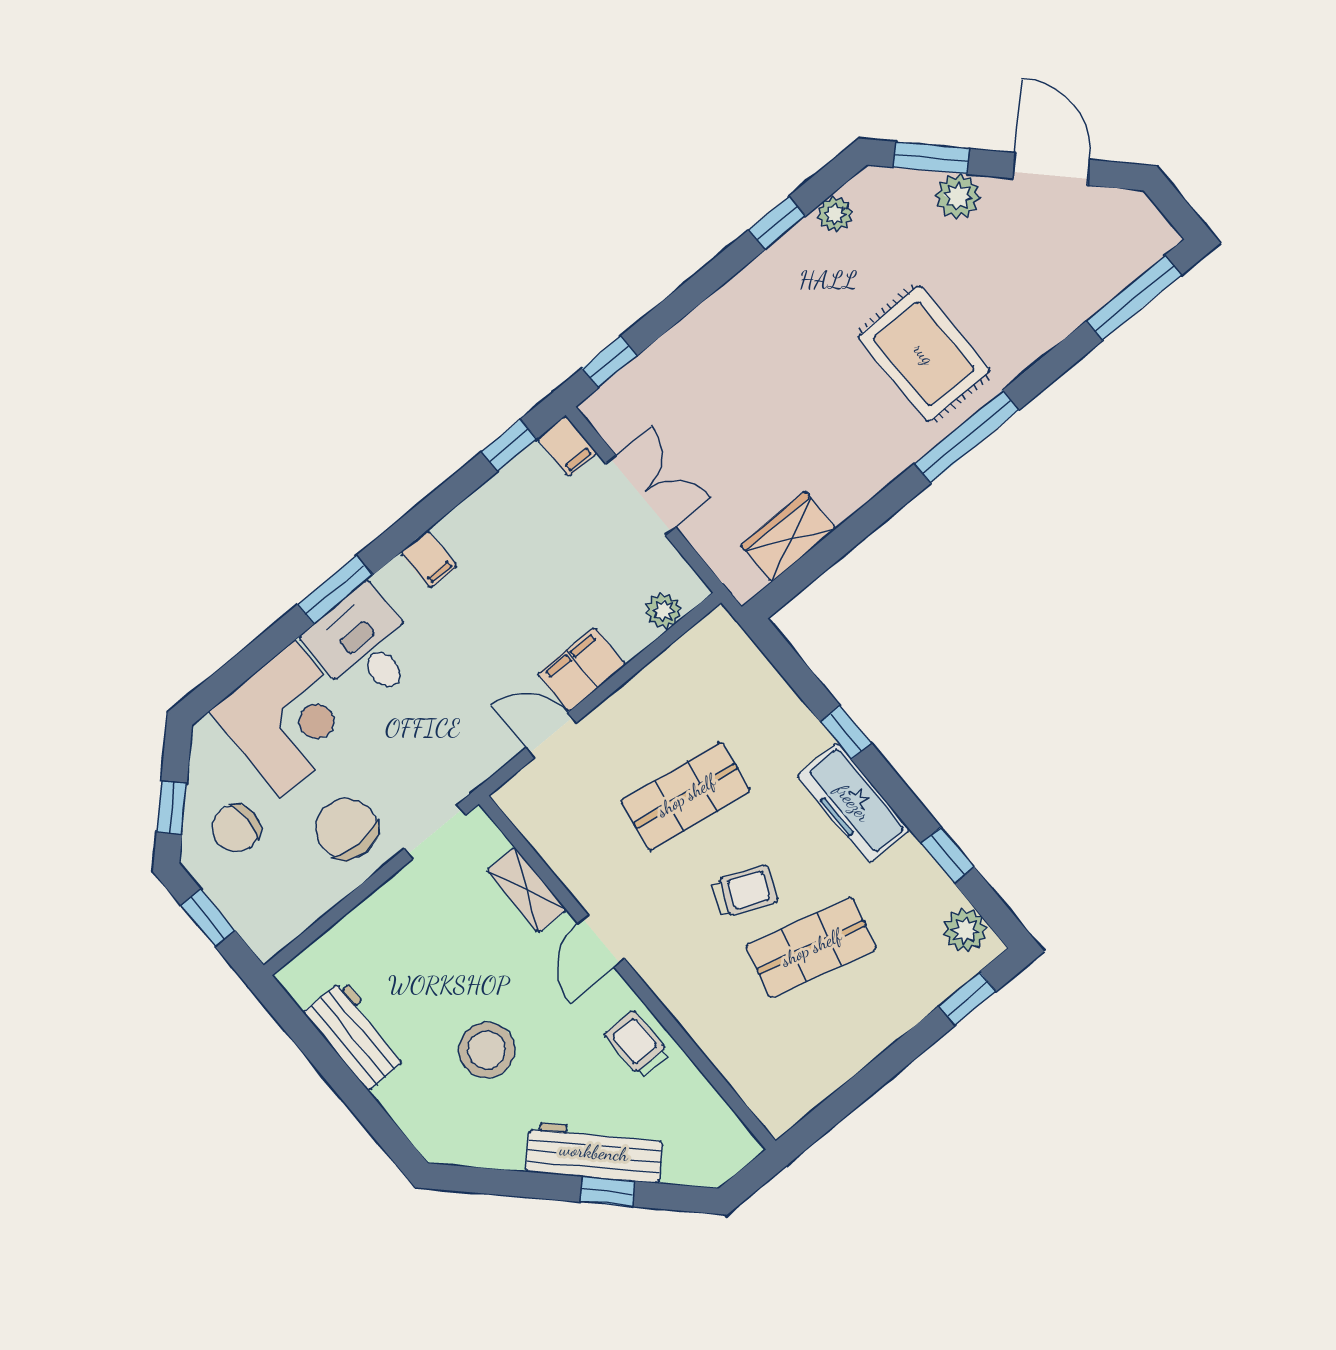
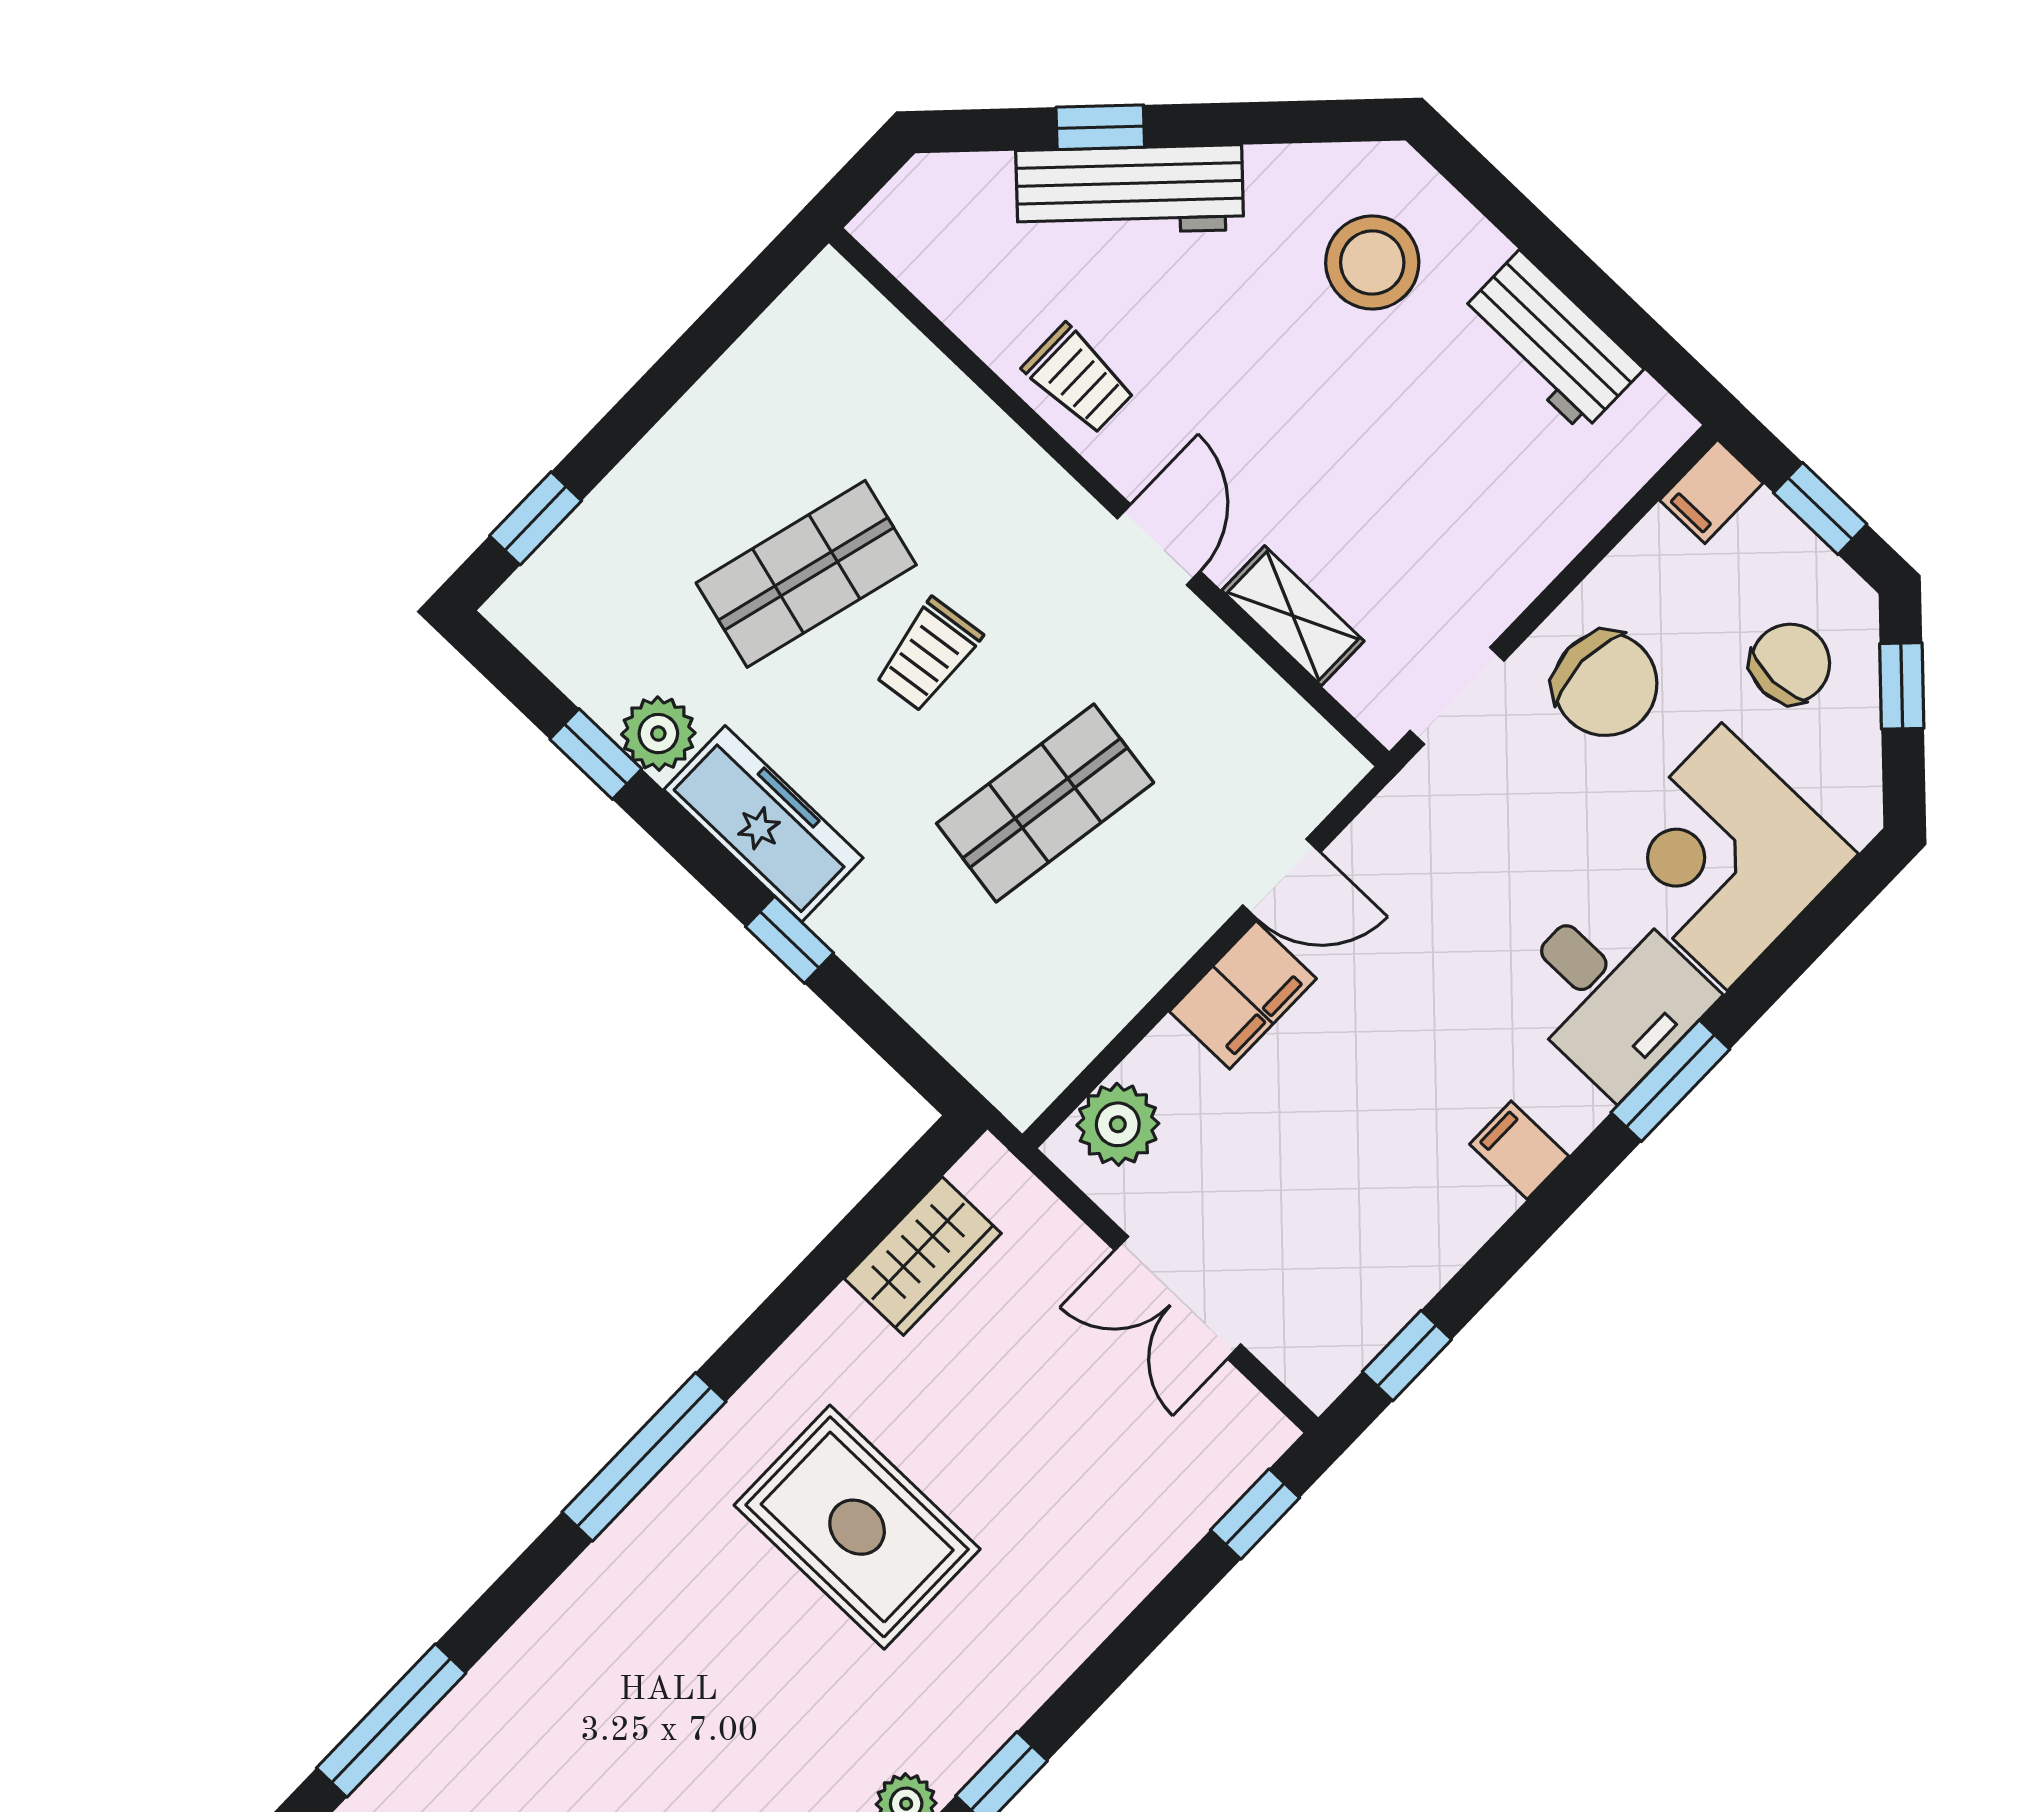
rug: (924, 354) -> (857, 1527), moved
filing cabinet: (567, 446) -> (1711, 492), moved, turned -90
plant: (663, 611) -> (1118, 1124), width x1.38, depth x1.38
trolley: (745, 891) -> (928, 655), turned -30
plant: (965, 930) -> (658, 734), moved
stool: (487, 1050) -> (1372, 263), moved

